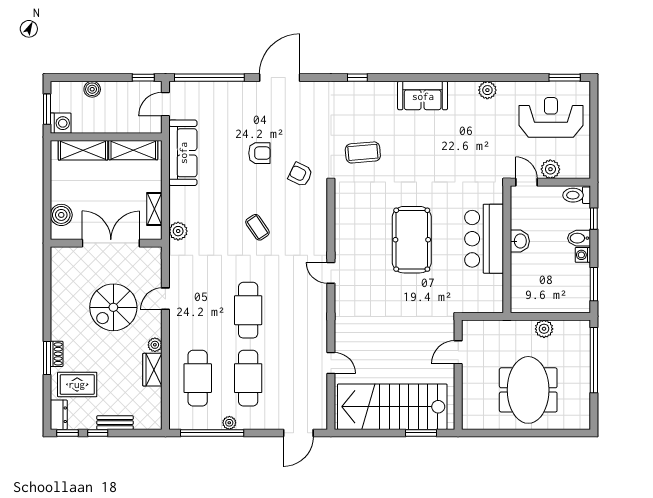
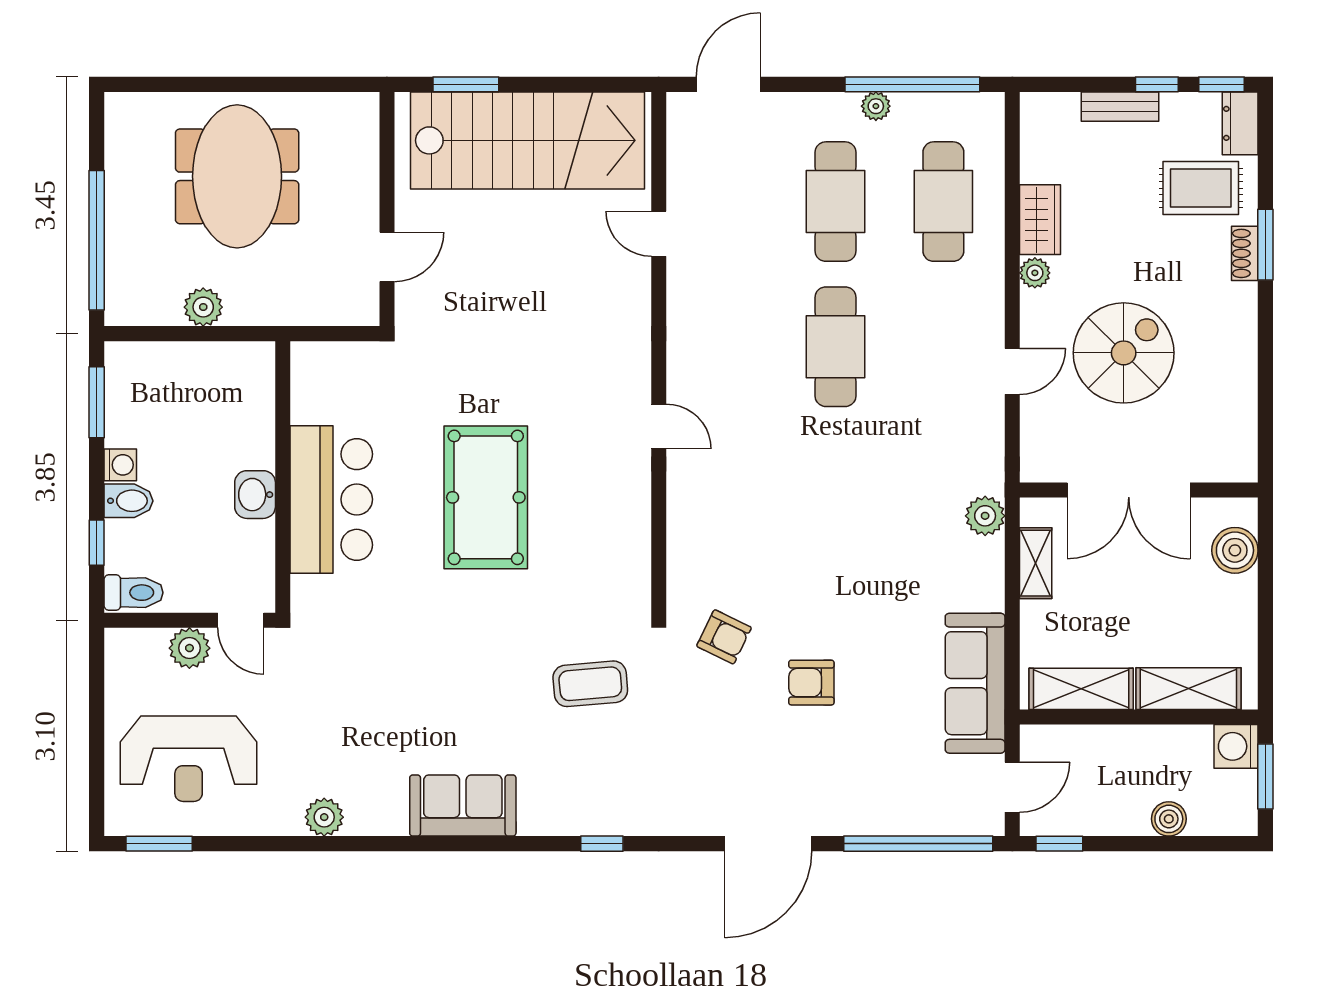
coffee table: (257, 227) -> (816, 524), removed

